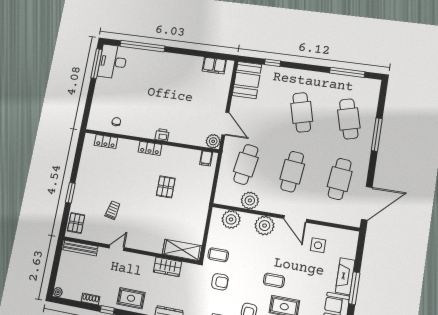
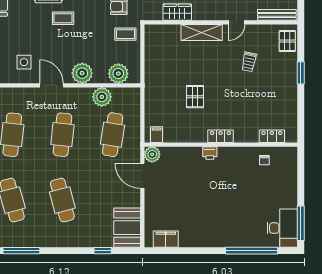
shelving: (182, 250) -> (202, 33), moved

